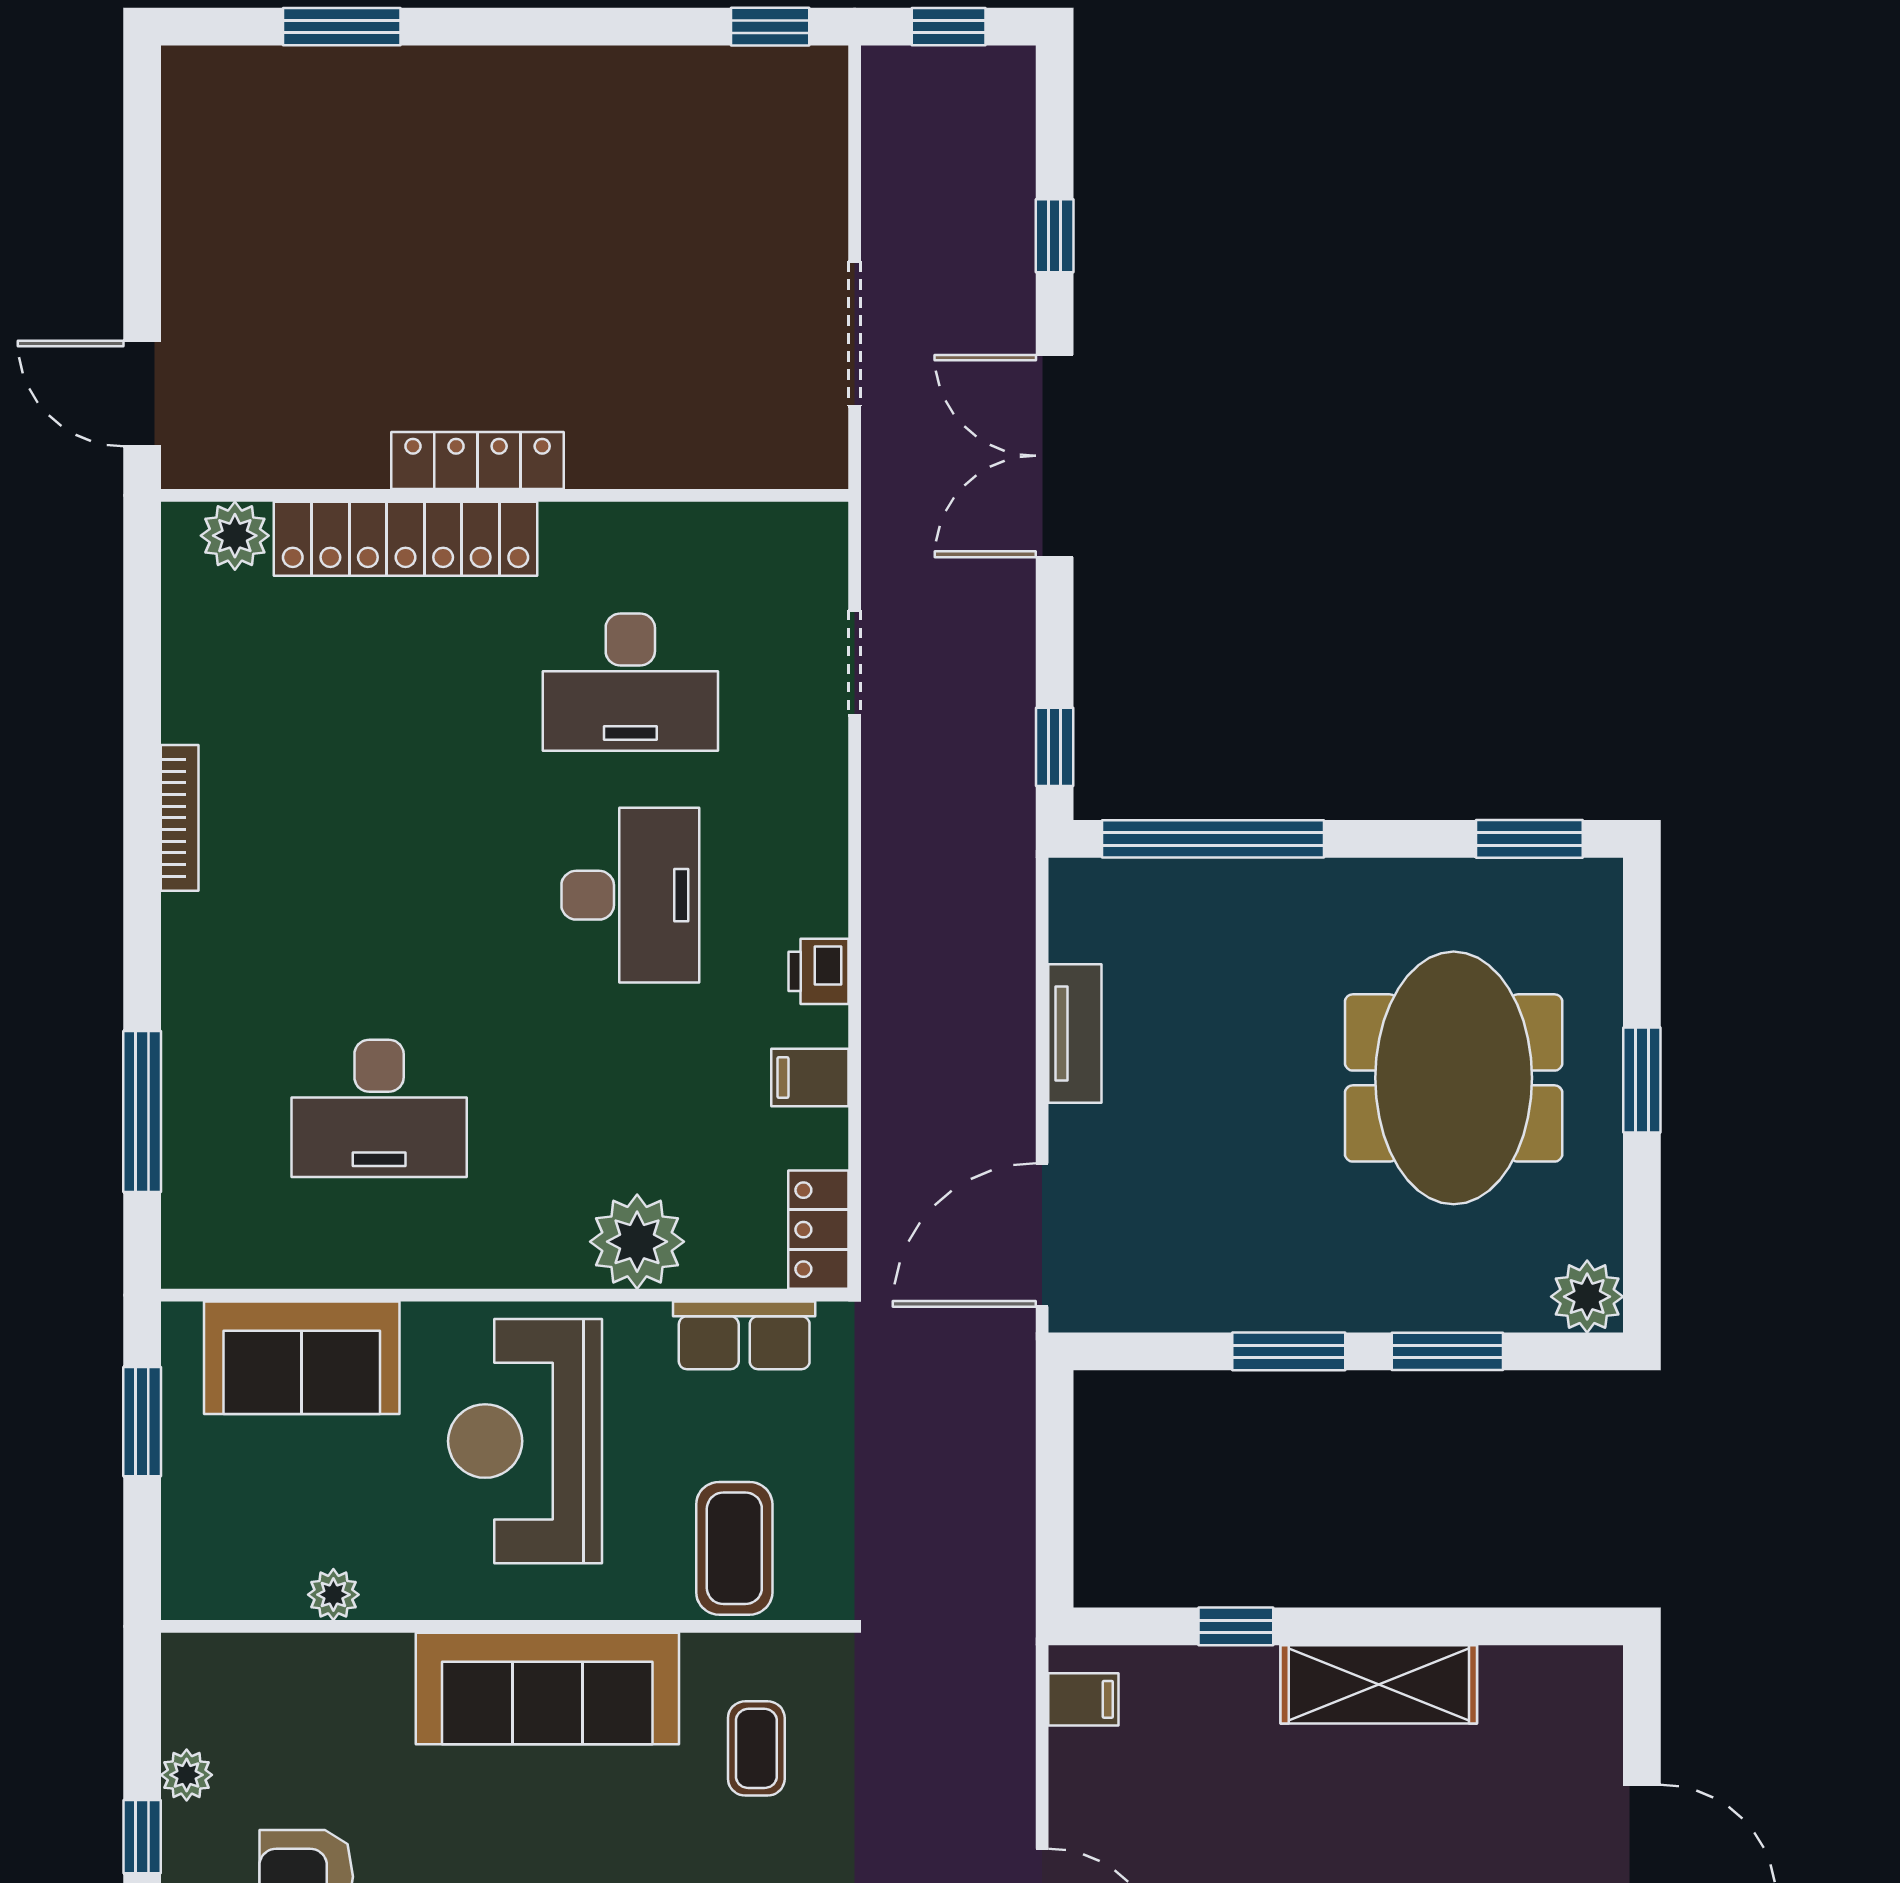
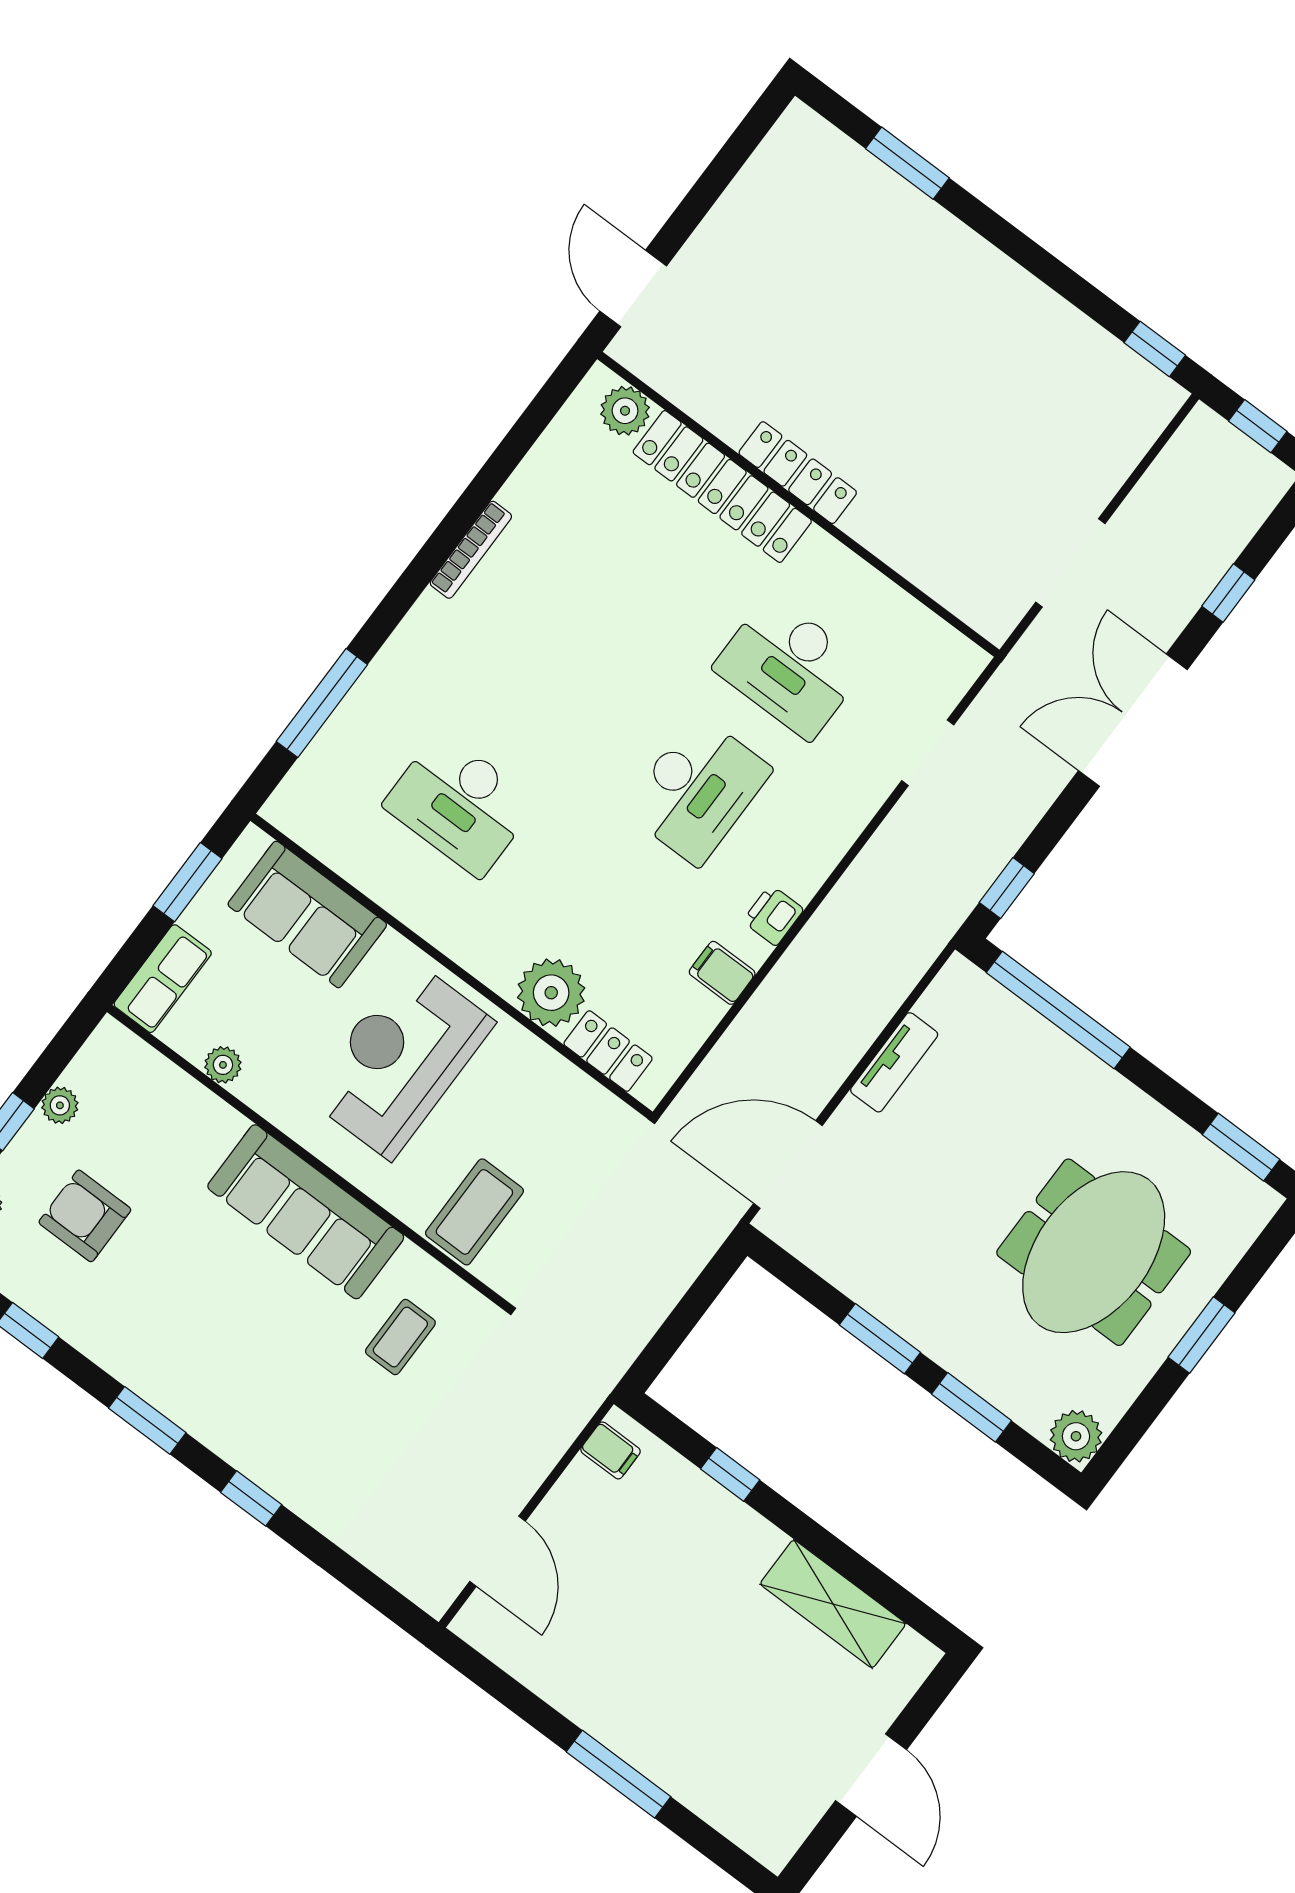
locker: (818, 1230) -> (608, 1051), moved, turned 90
row of seats: (744, 1335) -> (163, 979), moved, turned -90
shelving: (1379, 1684) -> (833, 1604), moved

